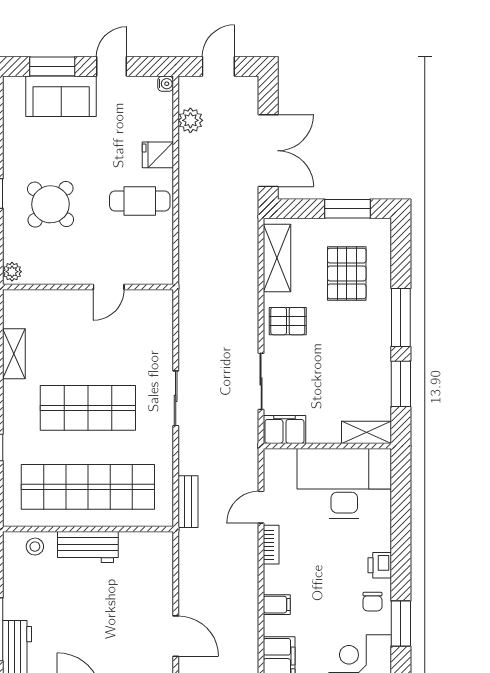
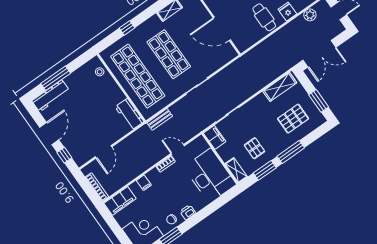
door: (109, 287) -> (222, 29), width x1.88
pallet: (288, 321) -> (254, 148), moved
workbench: (88, 547) -> (129, 114), moved

